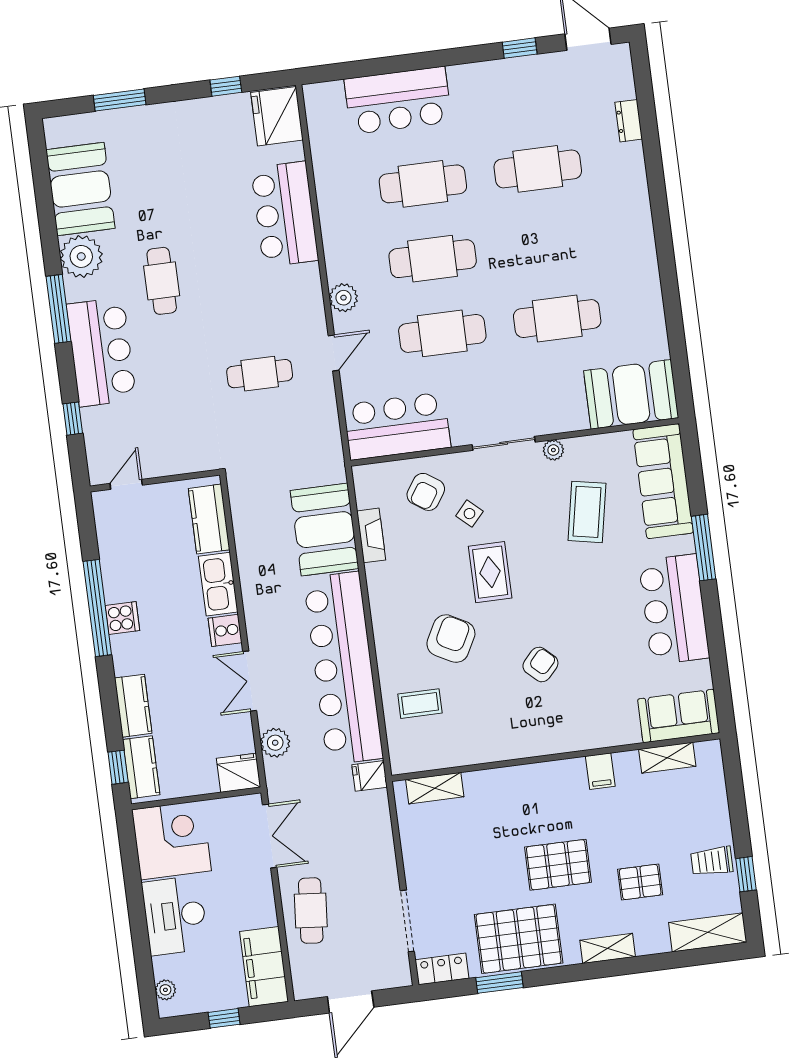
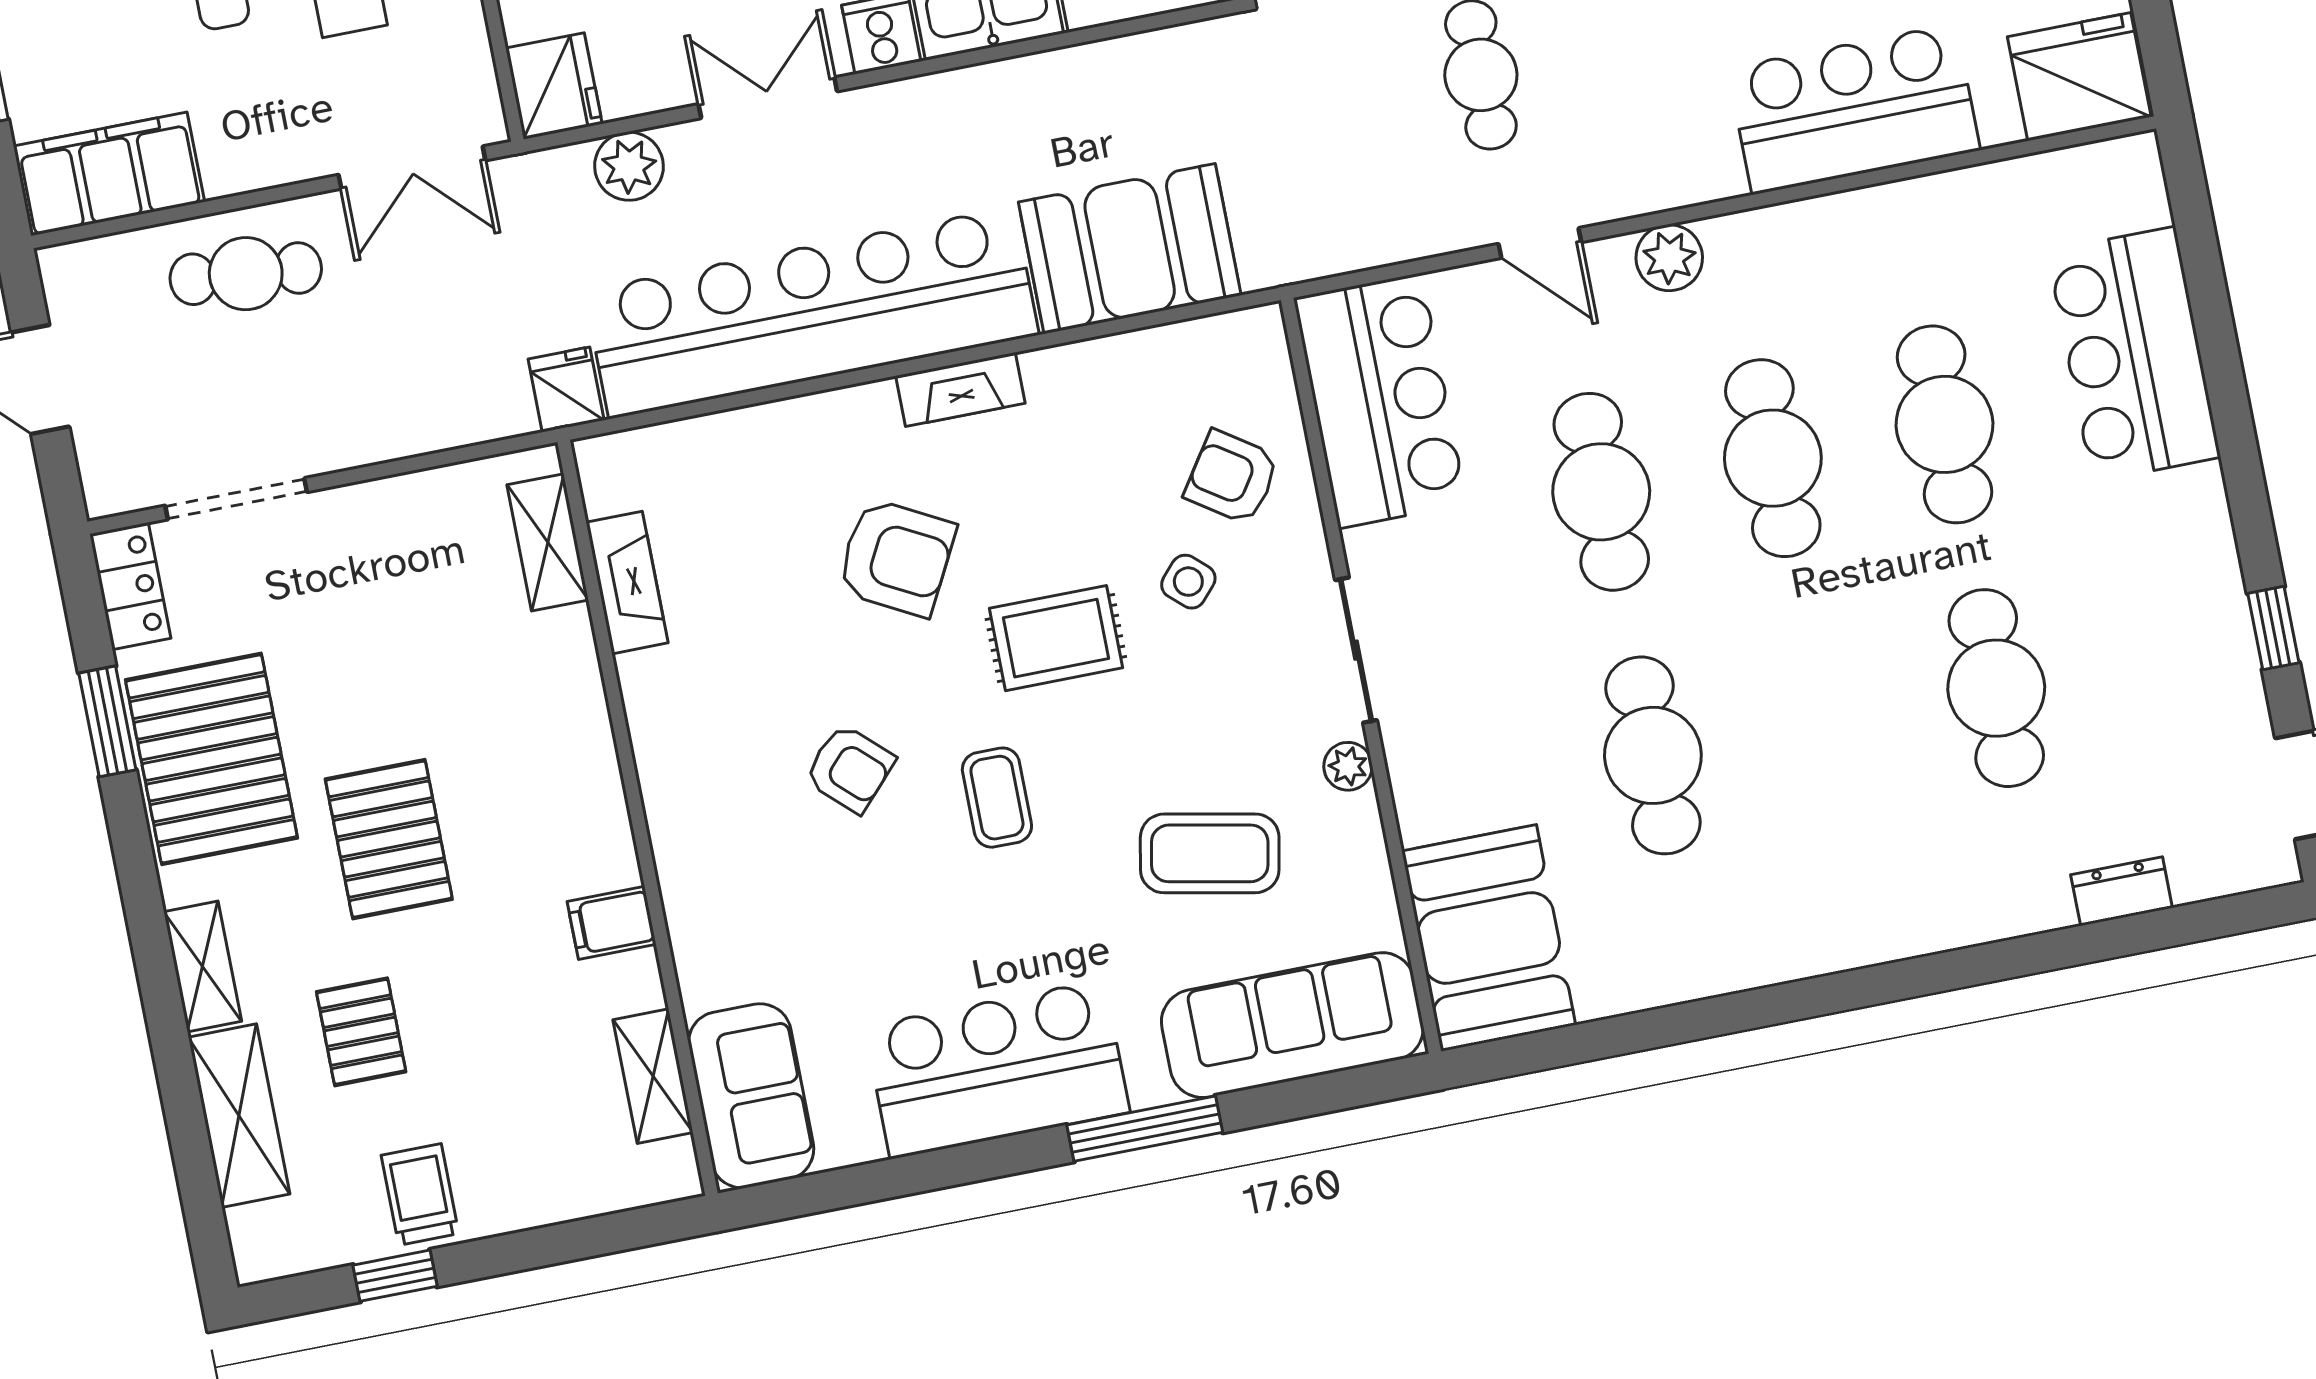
fireplace: (371, 535) -> (960, 390), moved
coffee table: (420, 704) -> (997, 798), moved
fireplace: (454, 755) -> (627, 583), added
shelving: (708, 932) -> (239, 1116), moved

